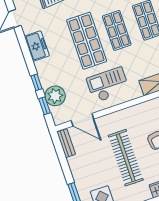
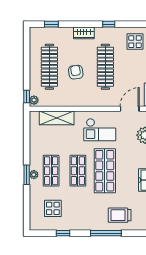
door: (82, 120) -> (130, 109), hinge flipped

